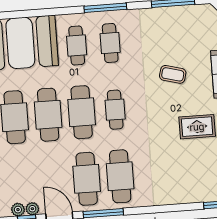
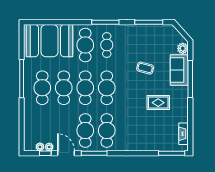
cafe table: (77, 46) -> (85, 45), width x1.37, depth x1.35
cafe table: (115, 110) -> (107, 88), width x1.37, depth x1.35

